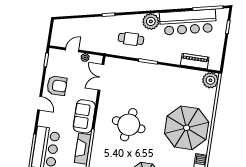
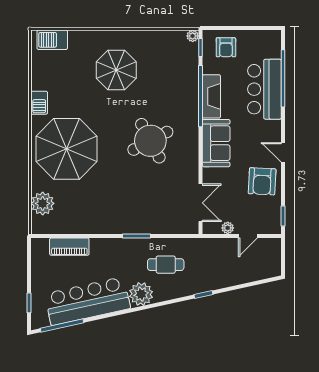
plant: (210, 80) -> (43, 203), moved
armchair: (57, 86) -> (262, 181), turned -87
round table: (129, 125) -> (150, 141), turned -38

